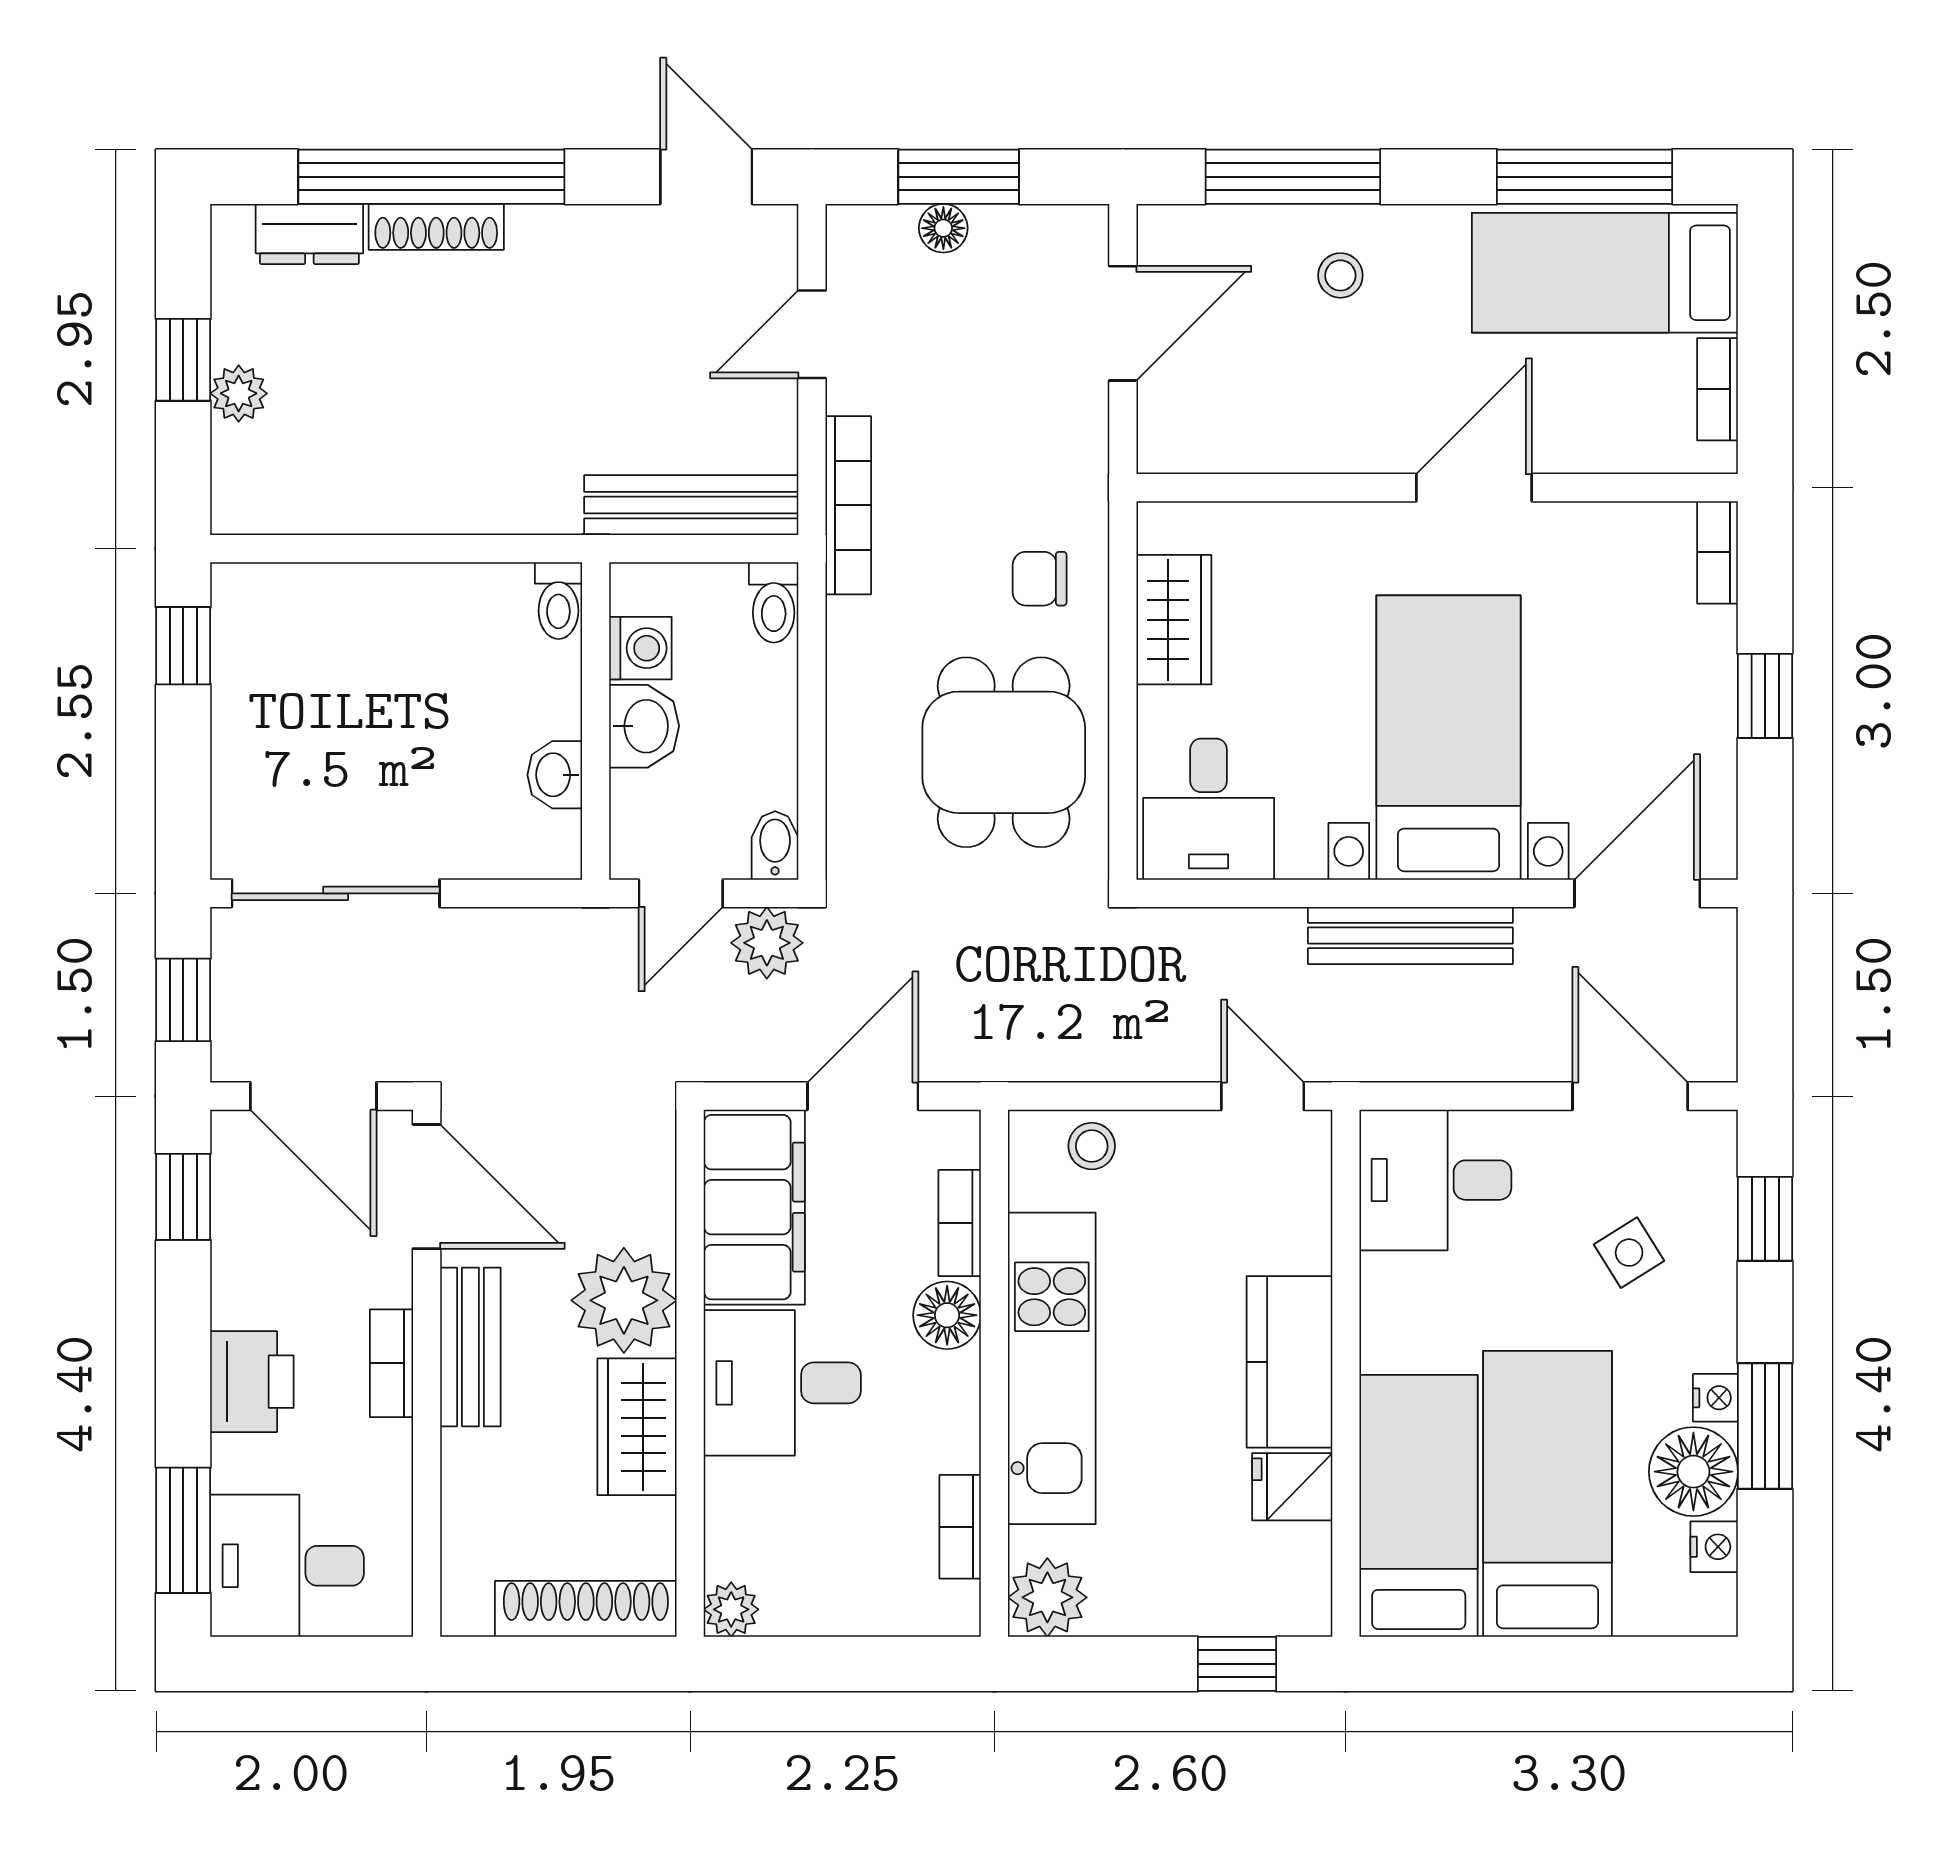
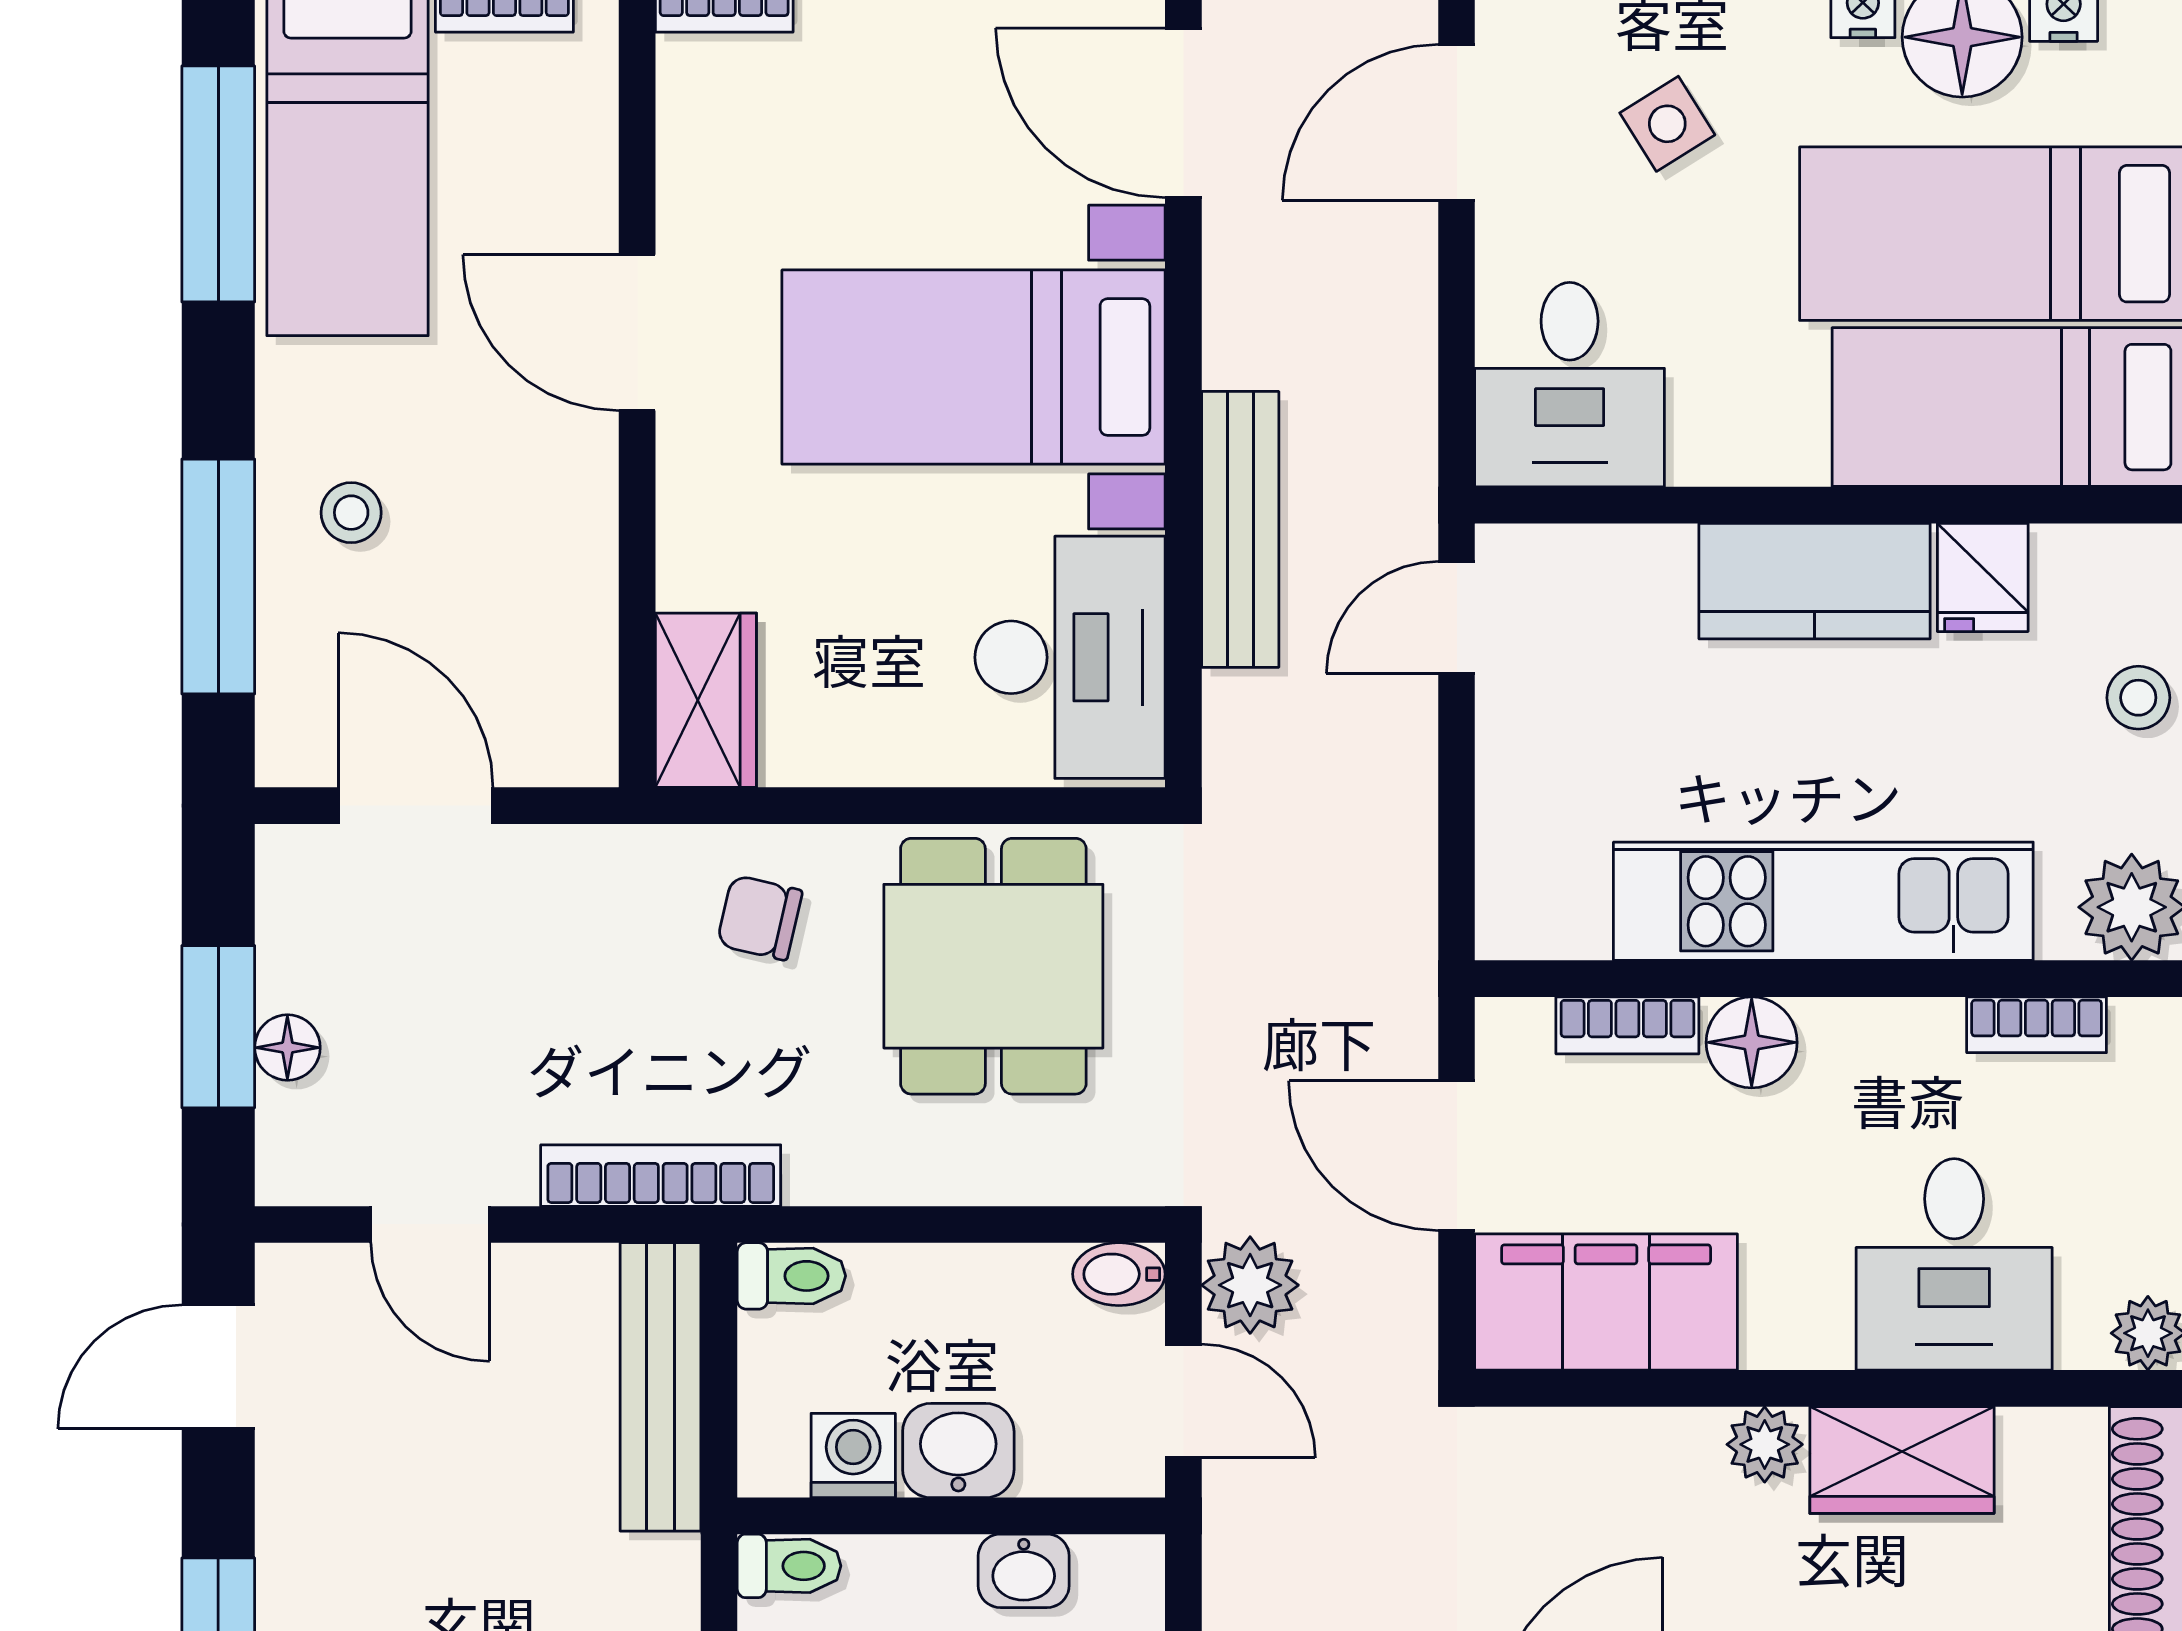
chair: (1040, 579) -> (760, 918), turned 103
wardrobe: (1174, 620) -> (706, 700), moved, turned 90
dining table: (1004, 752) -> (993, 966), turned 90
desk: (1209, 809) -> (1070, 657), width x1.37
bench: (1410, 936) -> (1240, 529), moved
stool: (1092, 1146) -> (2138, 698), moved
plant: (624, 1300) -> (1765, 1444), width x0.53, depth x0.53
desk: (782, 1383) -> (1954, 1264), moved

